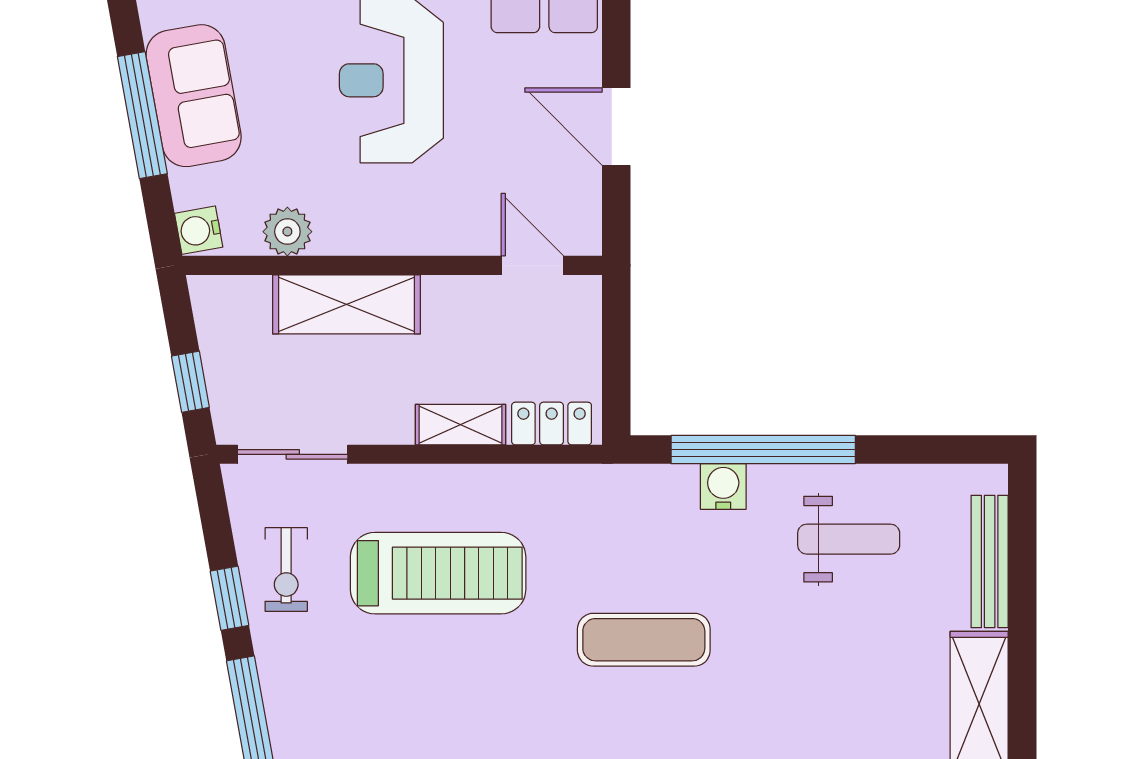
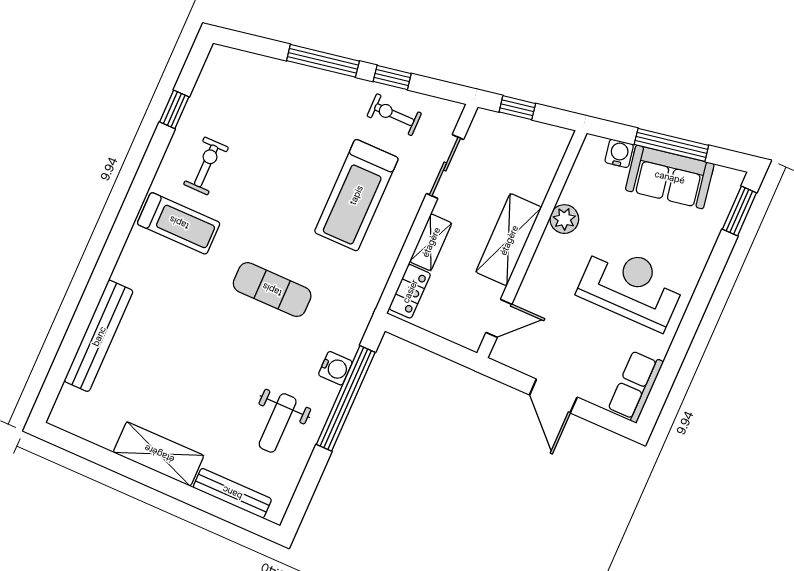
door: (616, 127) -> (553, 396), swing flipped
water cooler: (199, 230) -> (619, 153), moved
plant: (287, 232) -> (564, 219), moved
shelving: (347, 304) -> (509, 240), moved
sliding door: (293, 454) -> (445, 166), moved
exercise mat: (644, 640) -> (272, 290), turned 90

